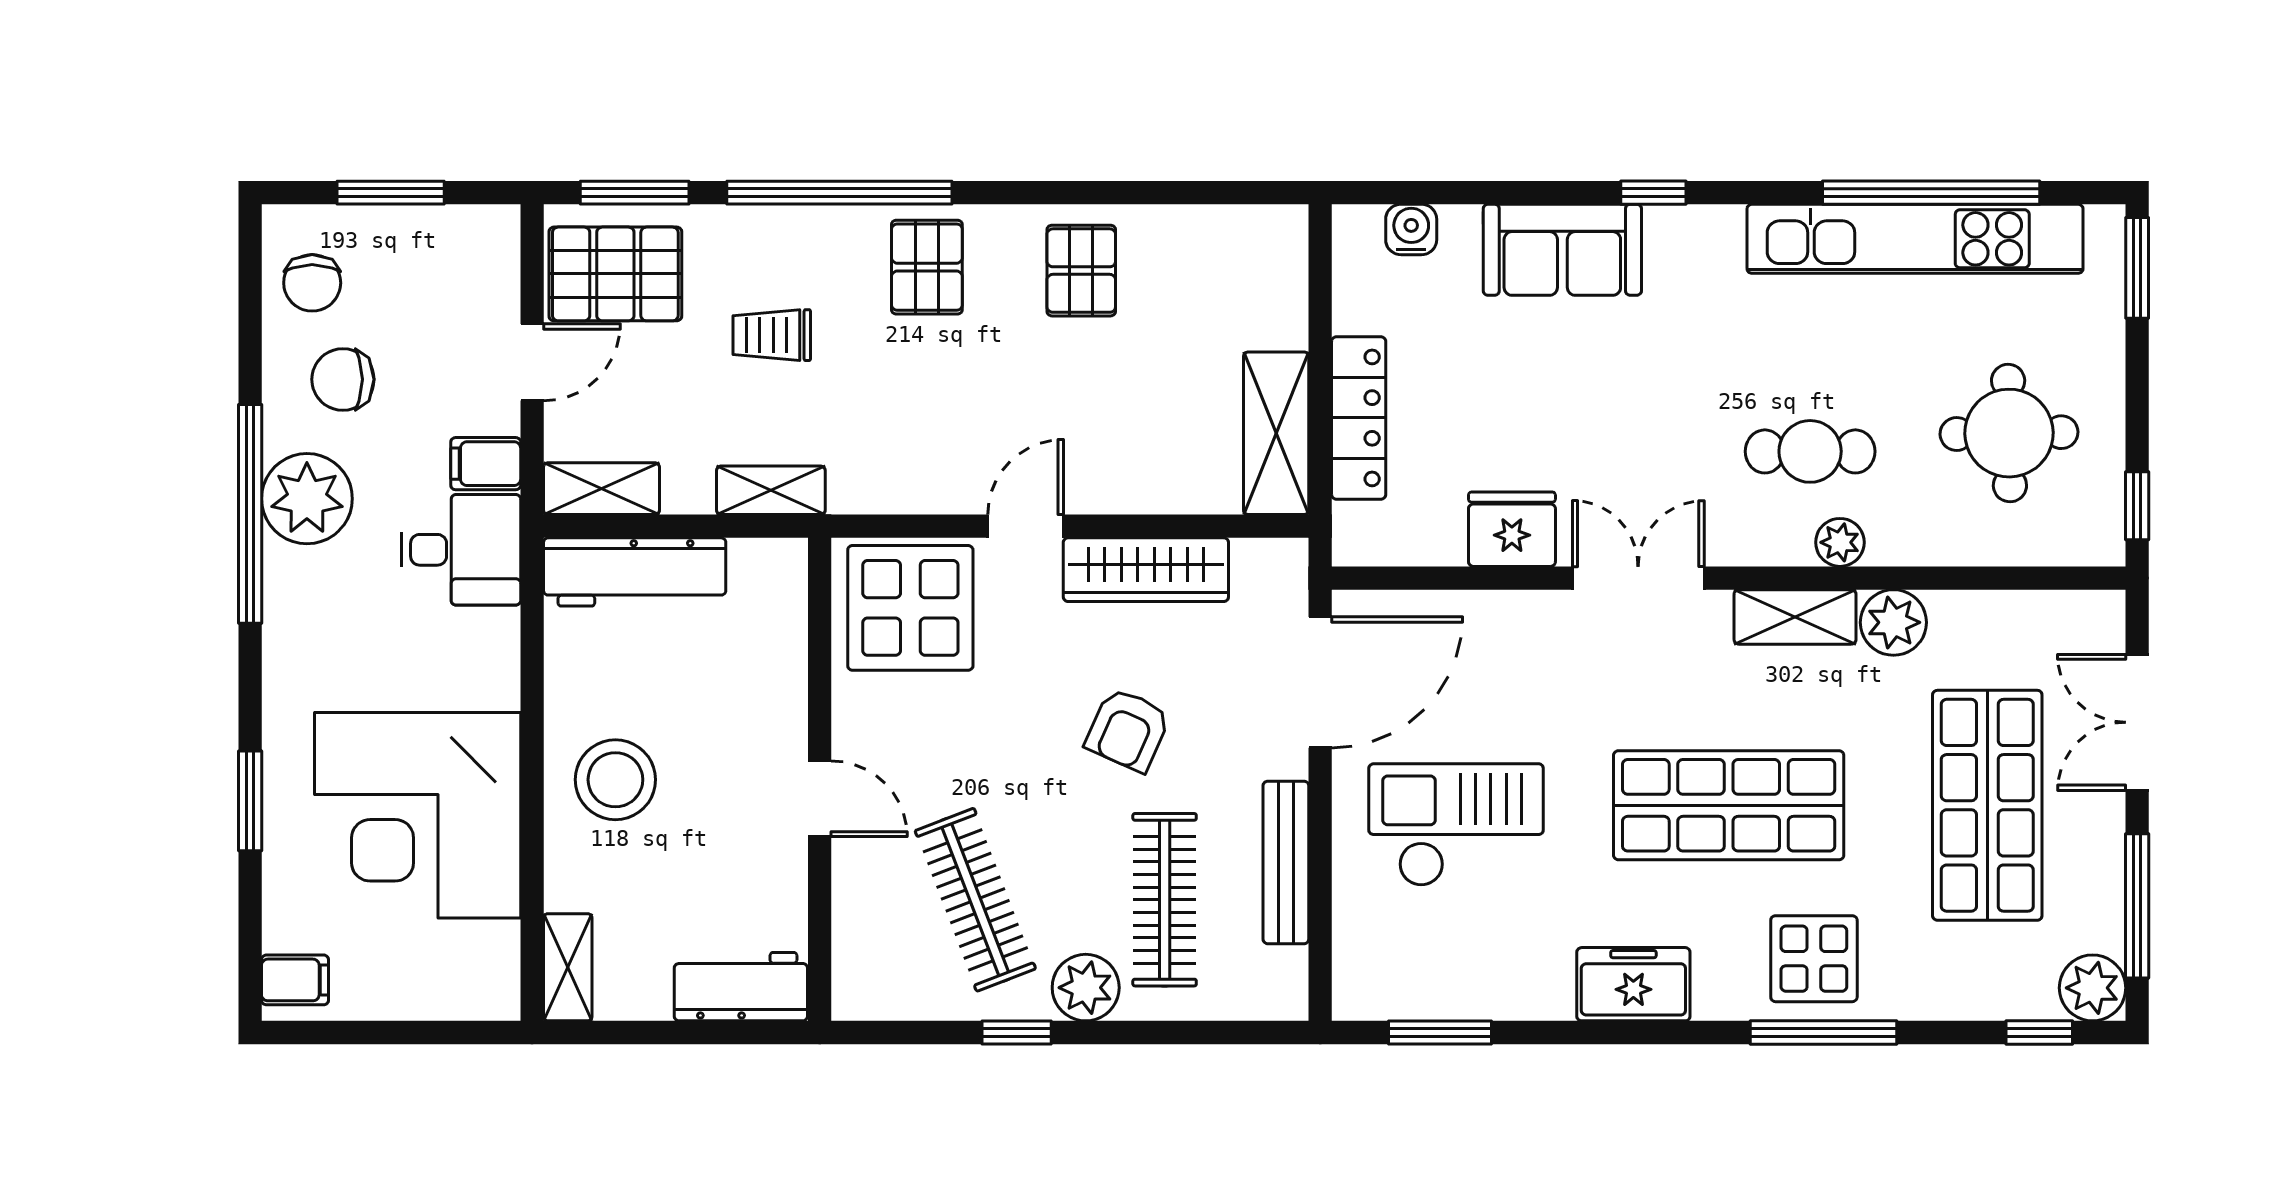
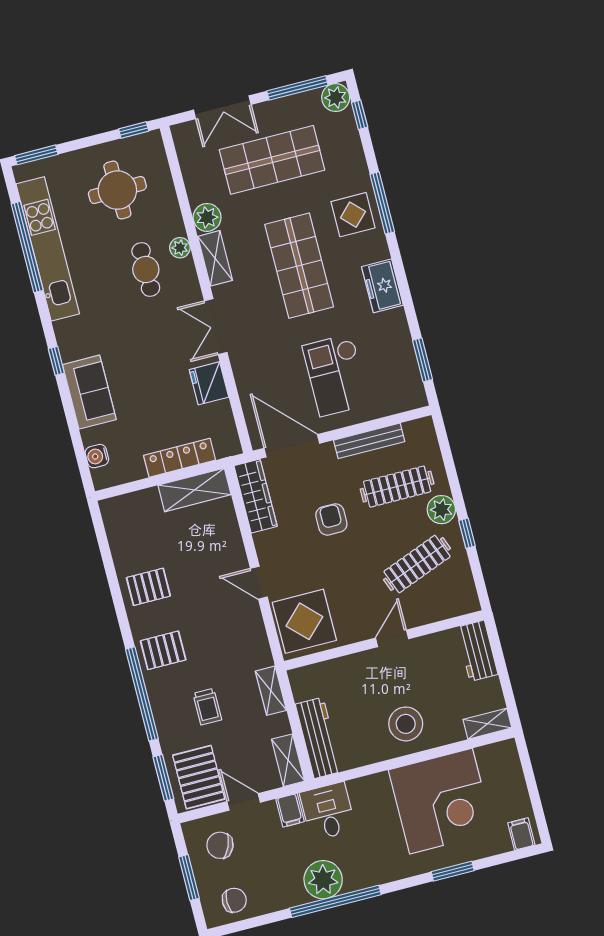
chair: (343, 379) -> (220, 845), moved, turned 113
wardrobe: (1146, 570) -> (256, 496), moved
armchair: (1128, 730) -> (331, 519), turned -114

